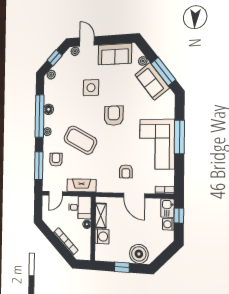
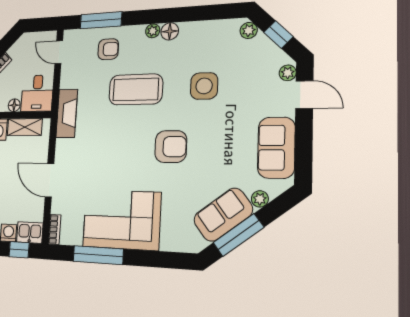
door: (87, 41) -> (304, 95), hinge flipped
side table: (91, 88) -> (204, 86), moved
floor lamp: (49, 109) -> (170, 31), moved
window: (39, 116) -> (179, 15), removed
window: (179, 137) -> (98, 255), moved
coffee table: (80, 140) -> (136, 89), turned 62
armchair: (126, 171) -> (84, 167), removed
fireplace: (81, 185) -> (67, 113), moved
door: (134, 196) -> (50, 180), hinge flipped

